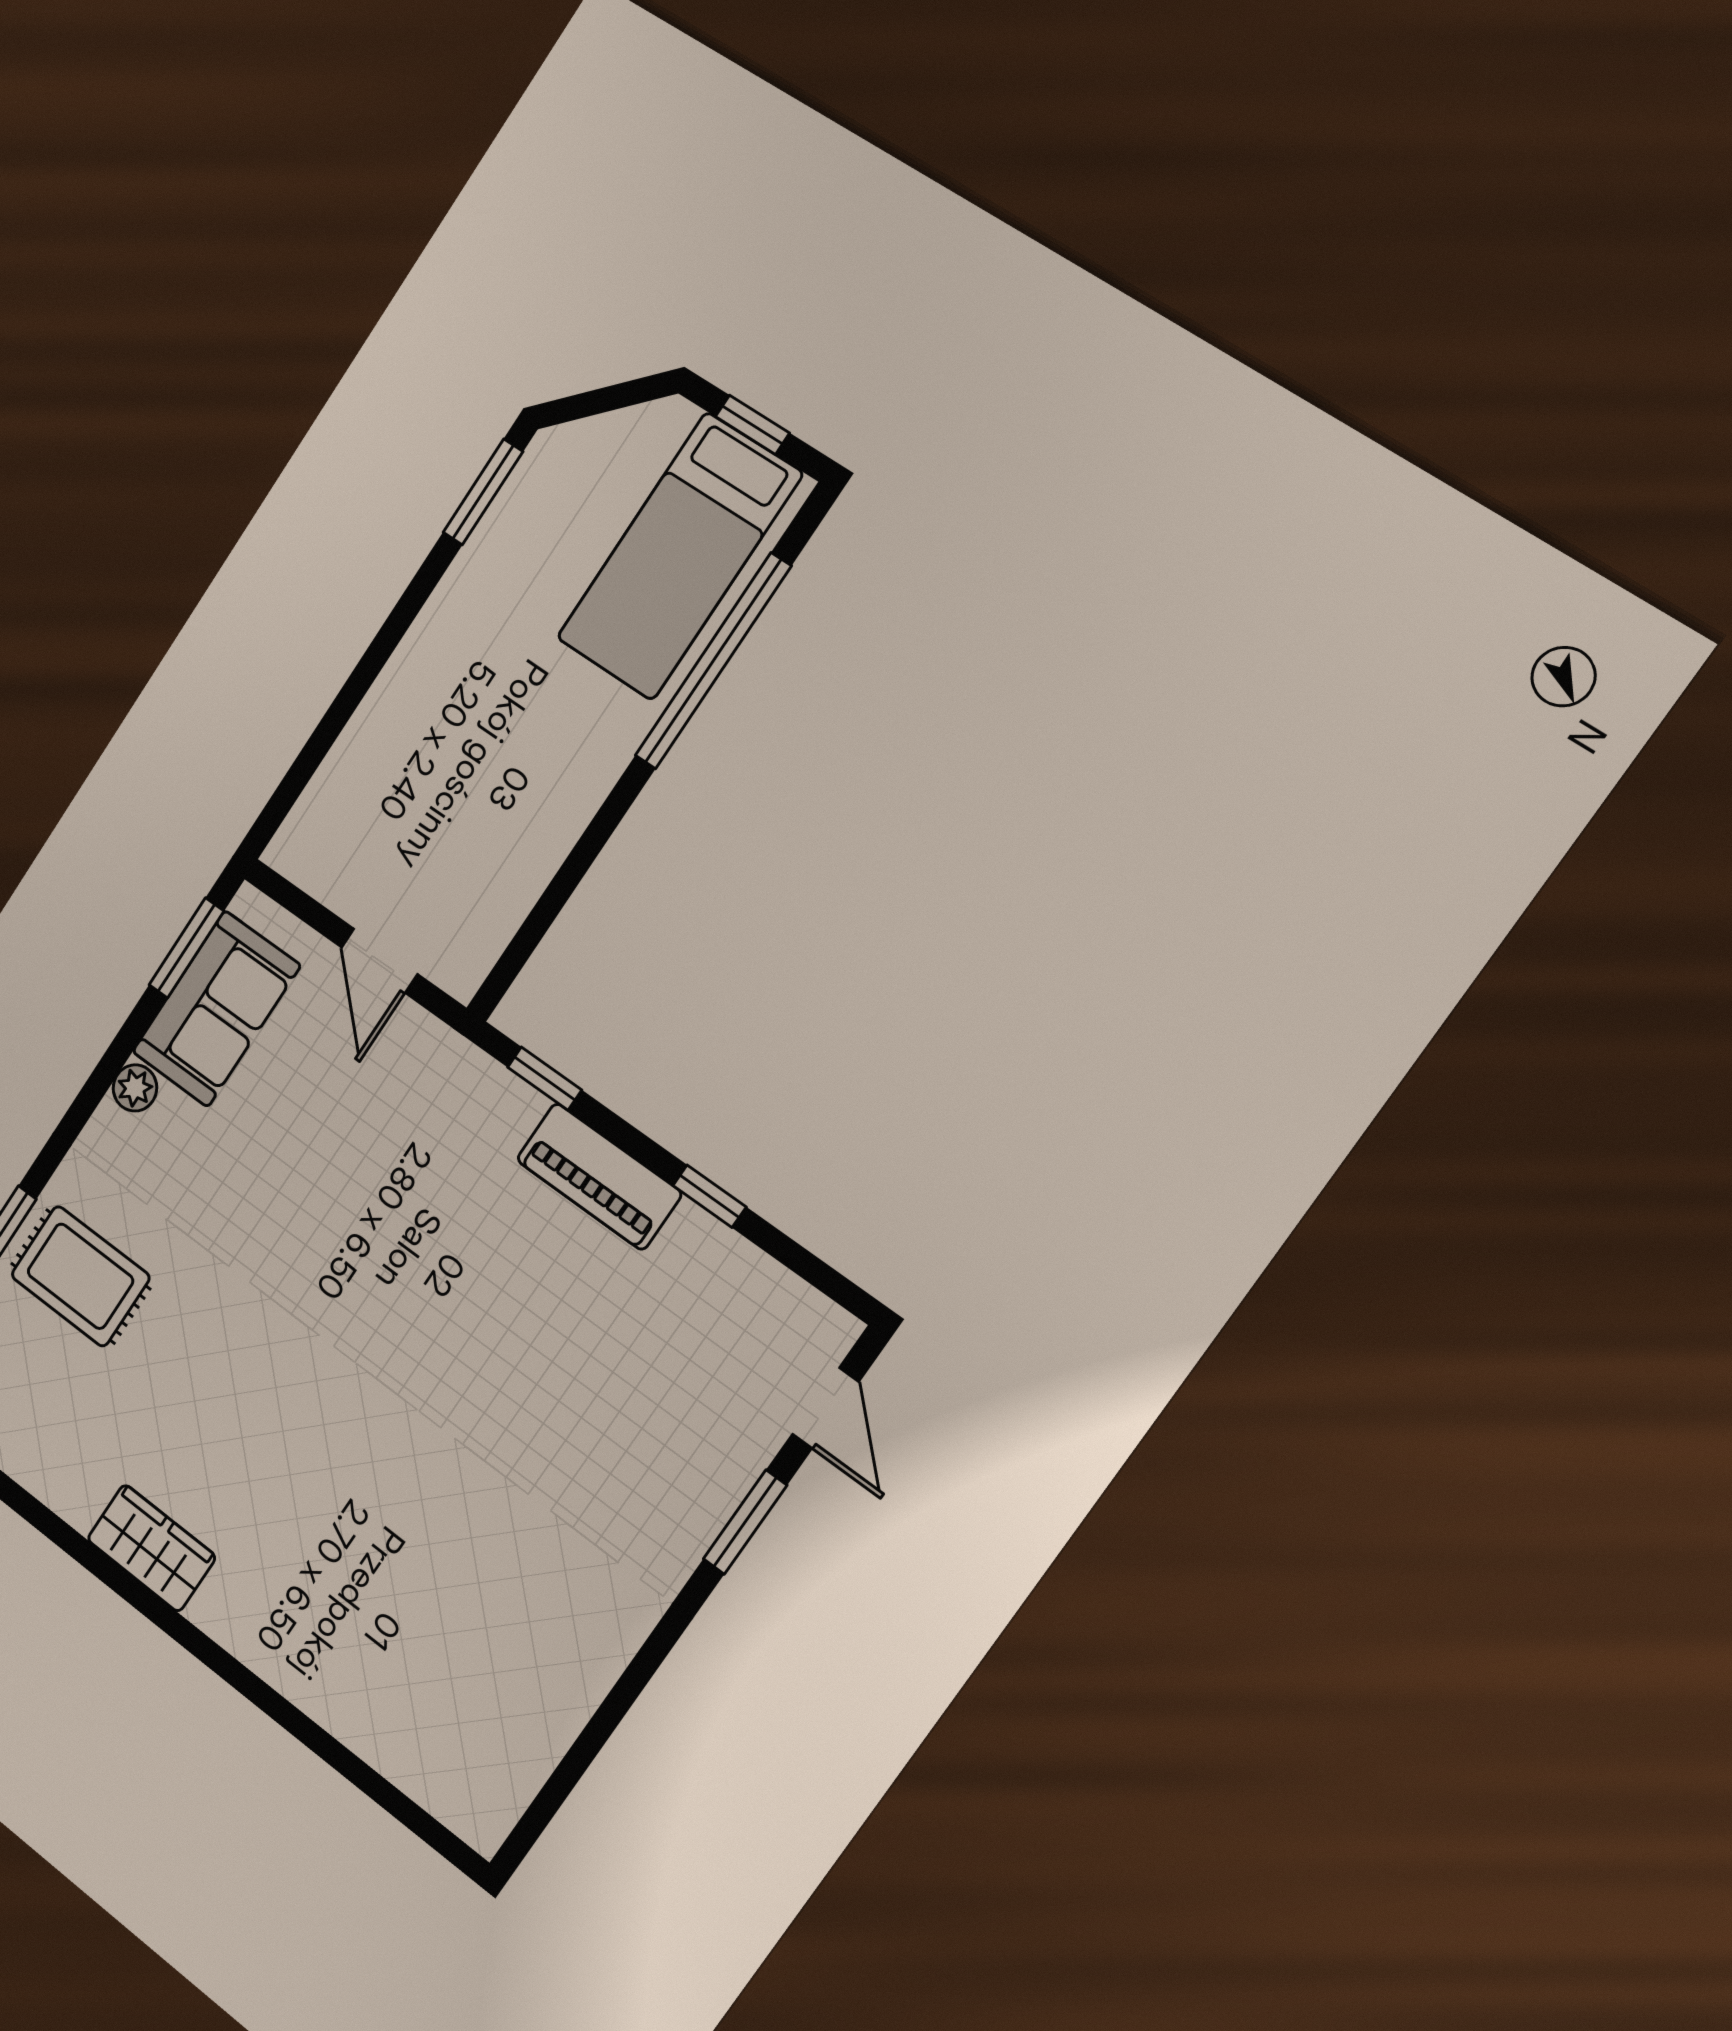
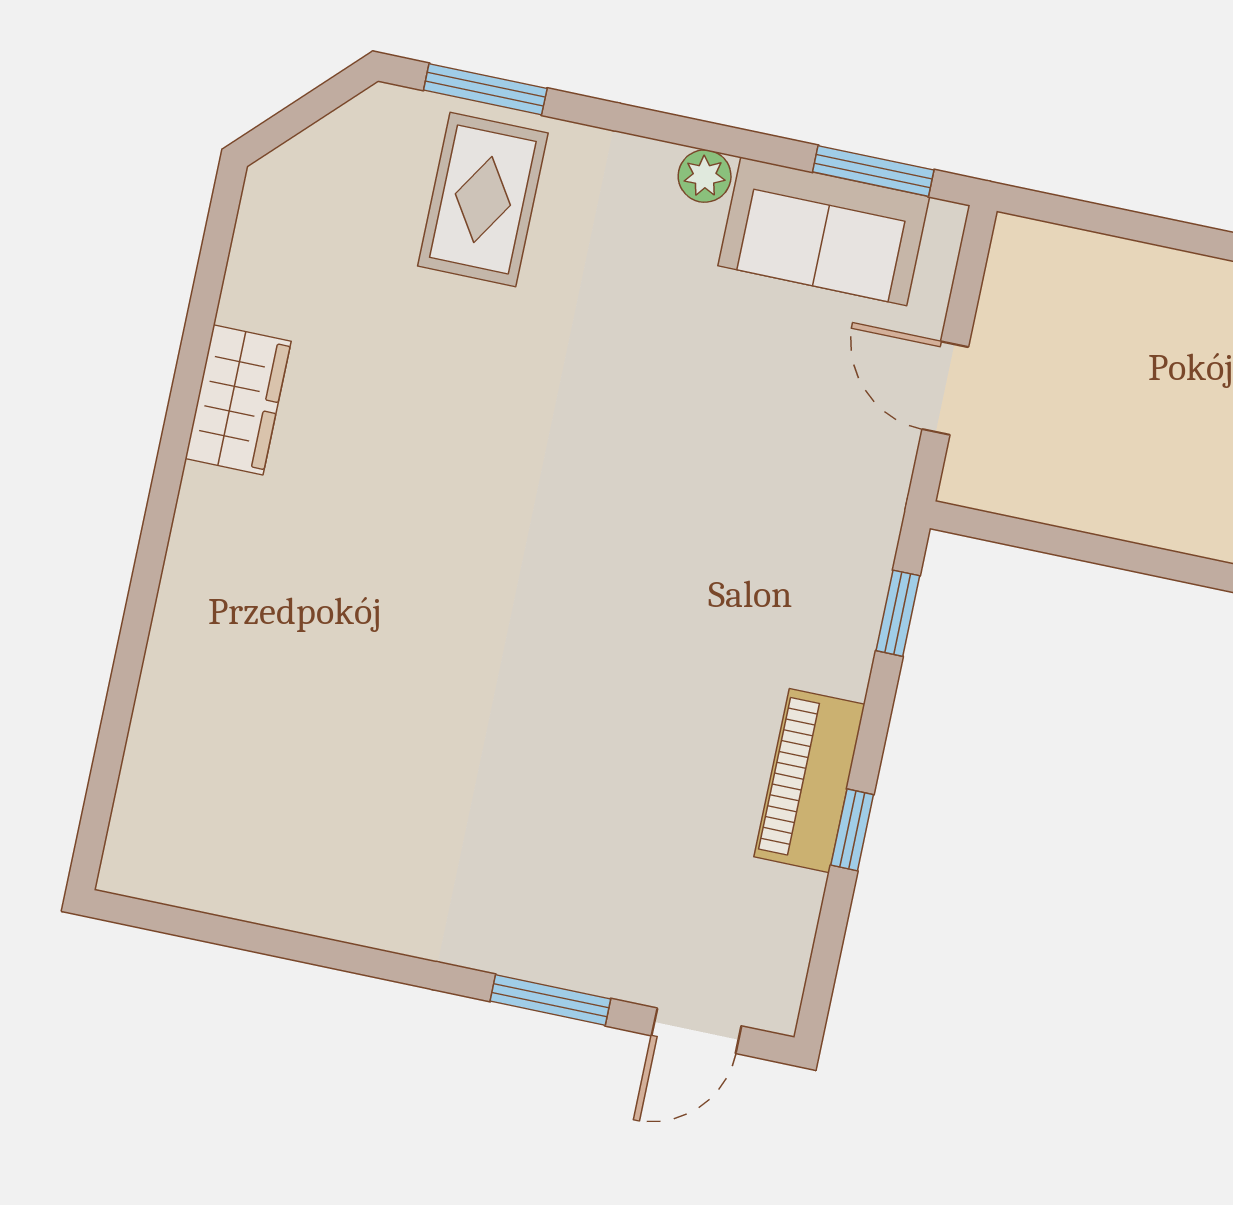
door: (379, 961) -> (945, 388), hinge flipped
piano: (599, 1176) -> (809, 781), moved

